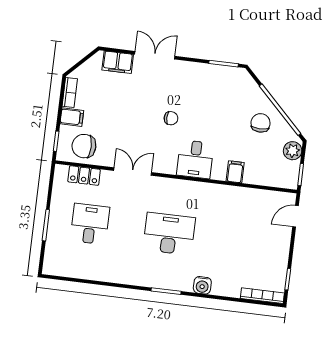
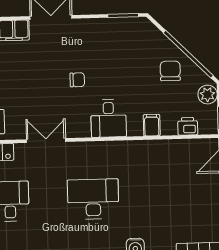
printer: (269, 178) -> (188, 126), added

